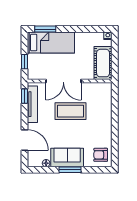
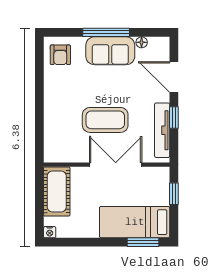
window: (24, 96) -> (174, 117), moved
armchair: (101, 155) -> (60, 55), turned 90
window: (70, 170) -> (106, 32), width x1.44

